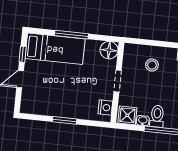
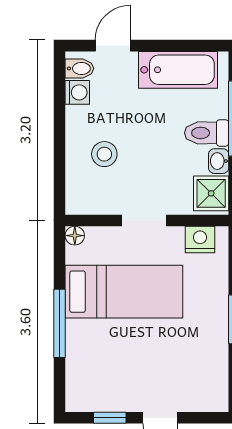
bed: (55, 49) -> (124, 292), moved, turned 90
floor lamp: (109, 50) -> (75, 236), width x0.53, depth x0.53

